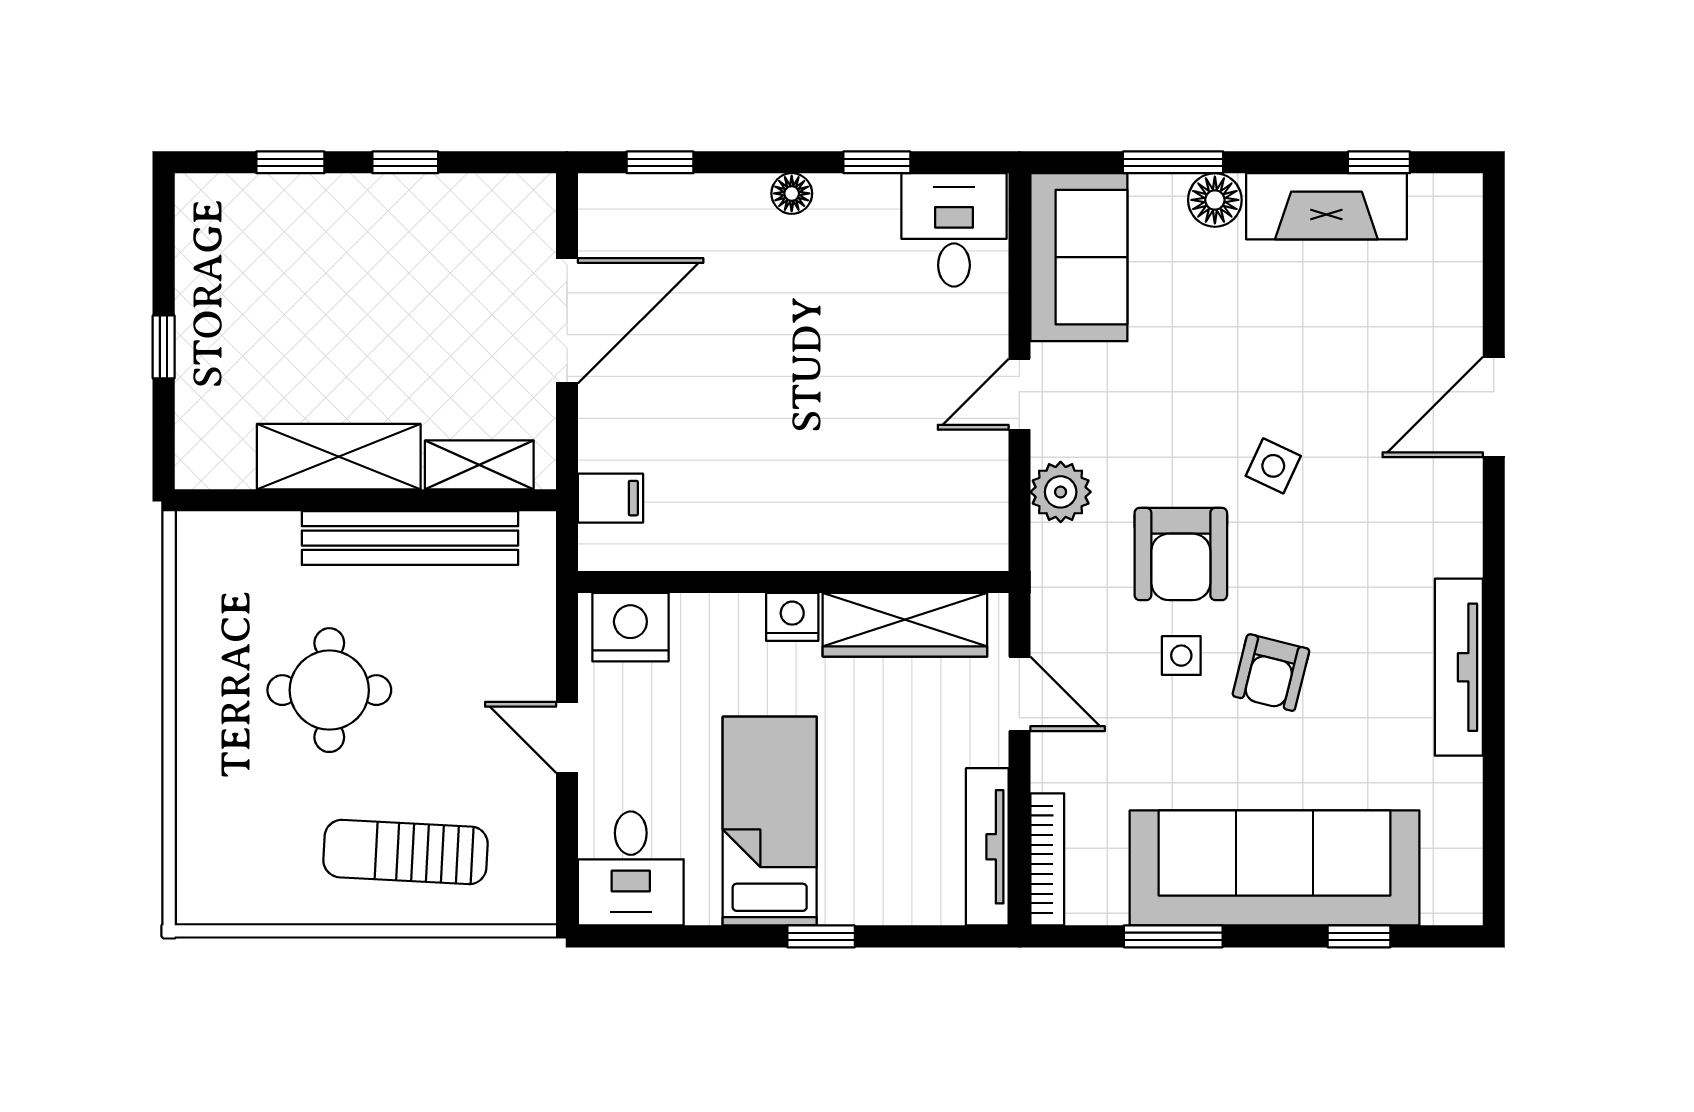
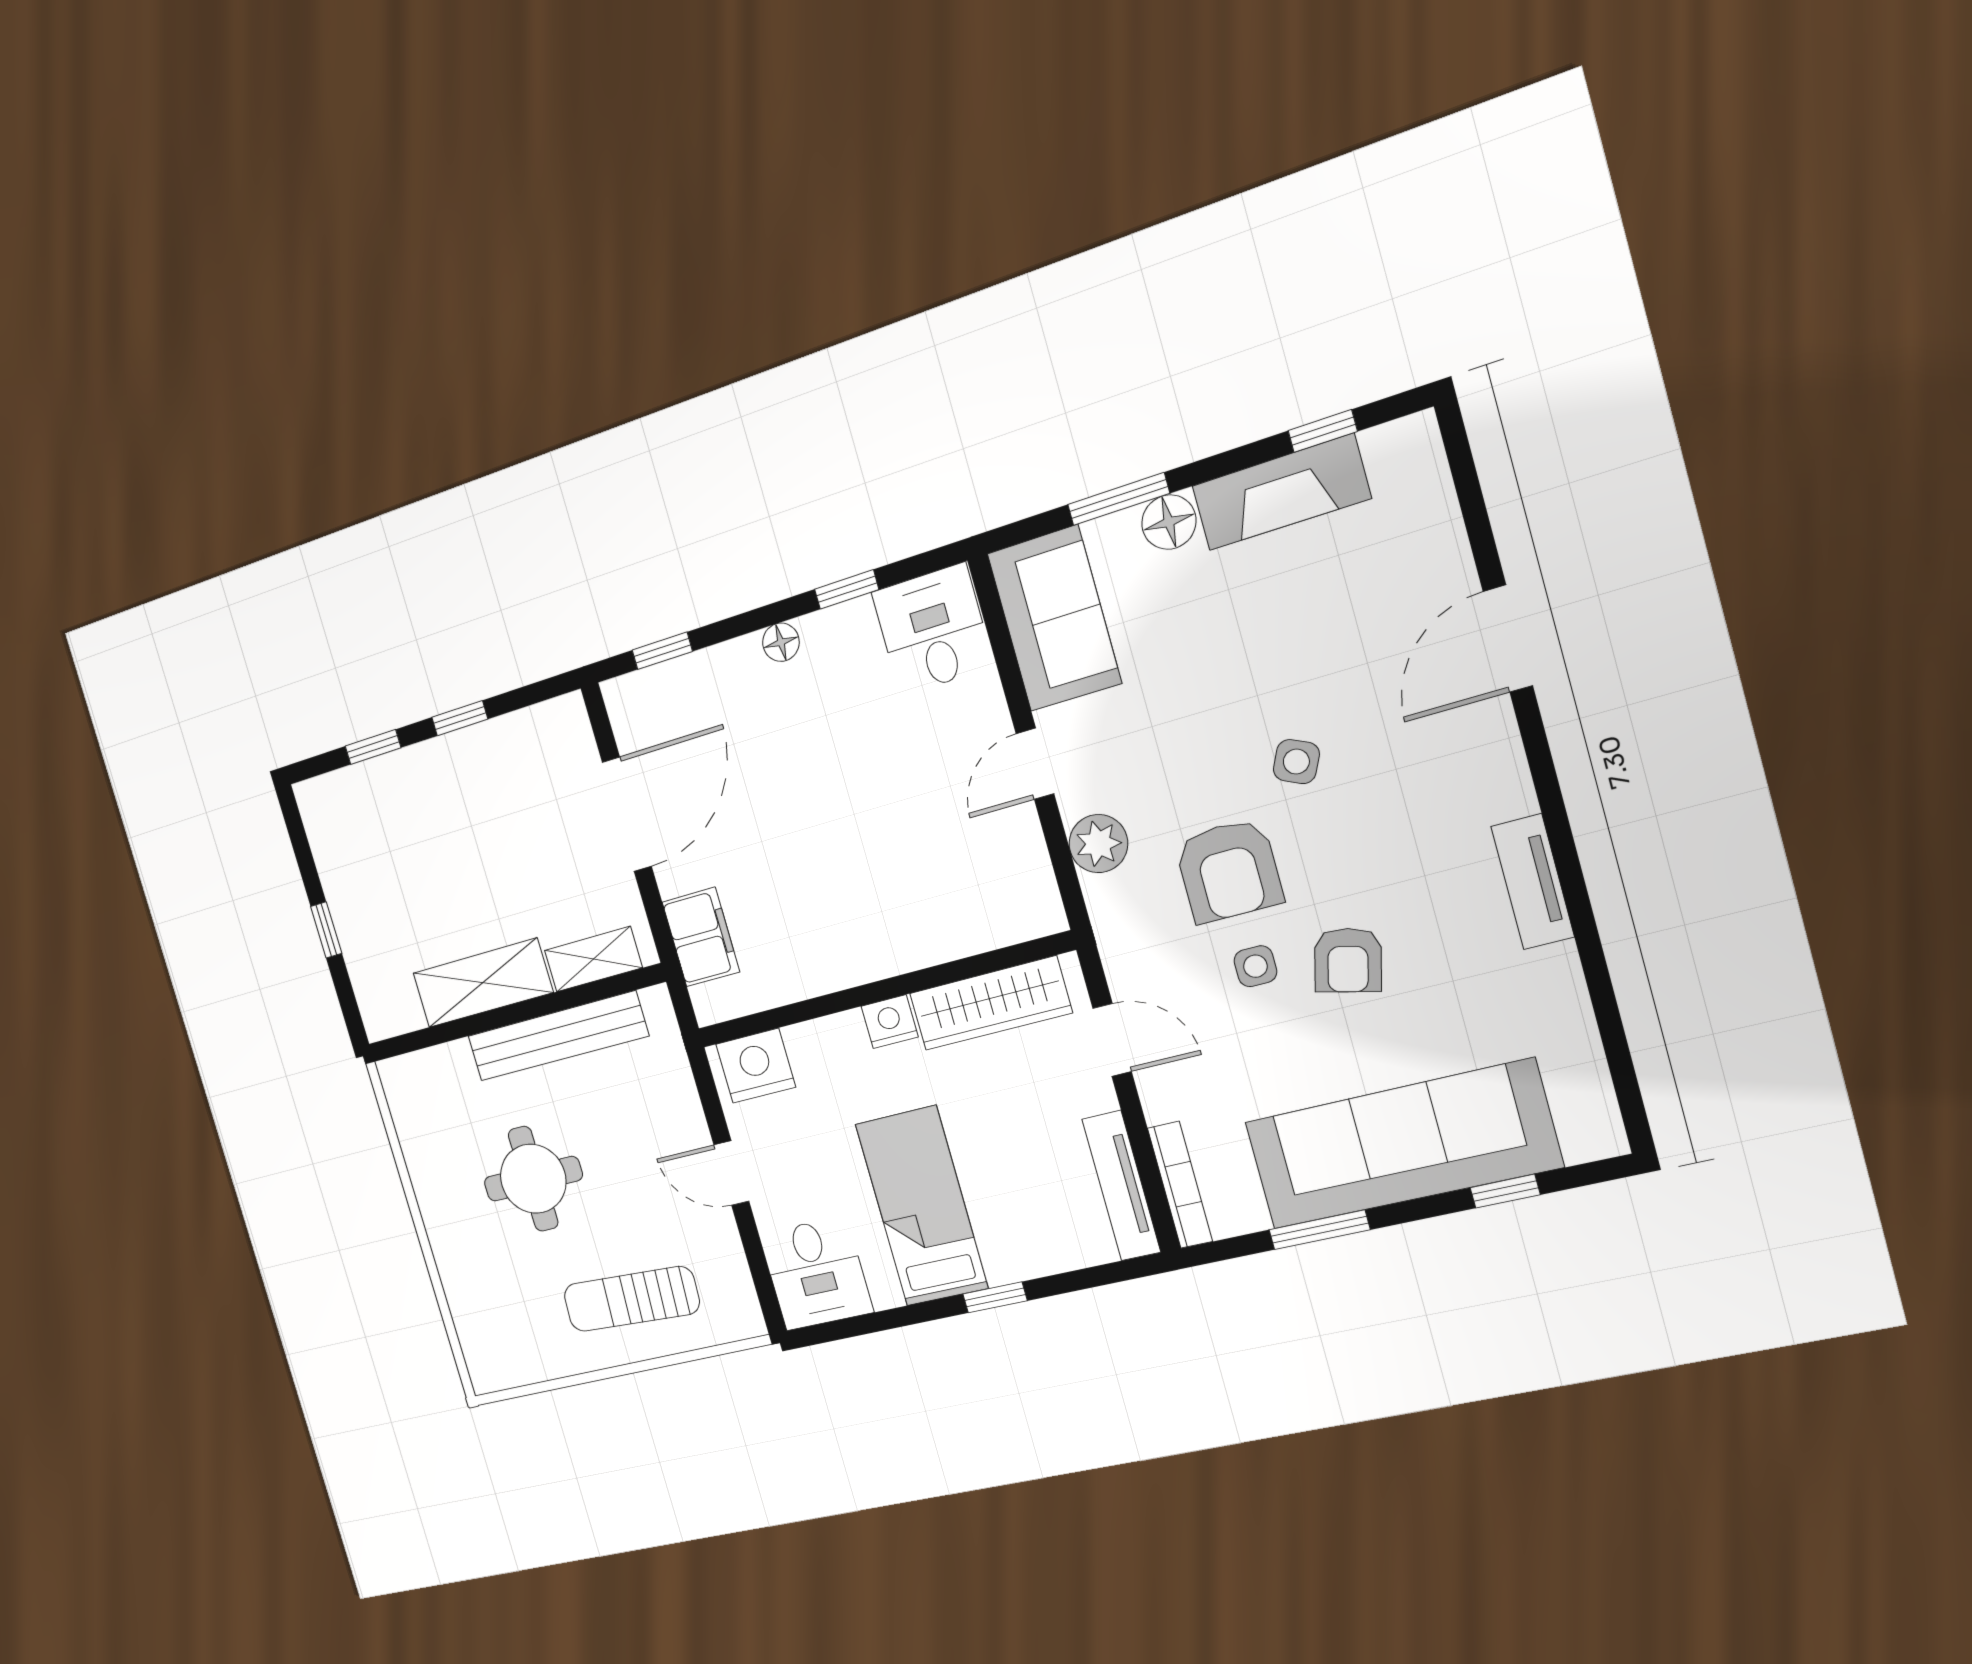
filing cabinet: (611, 498) -> (701, 937), width x2.00
tv unit: (1459, 667) -> (1533, 882), width x0.71

